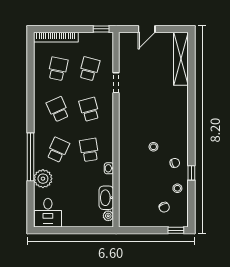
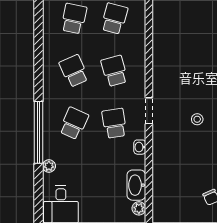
doorway: (116, 83) -> (149, 111), moved
plant: (43, 179) -> (49, 166), width x0.53, depth x0.53

